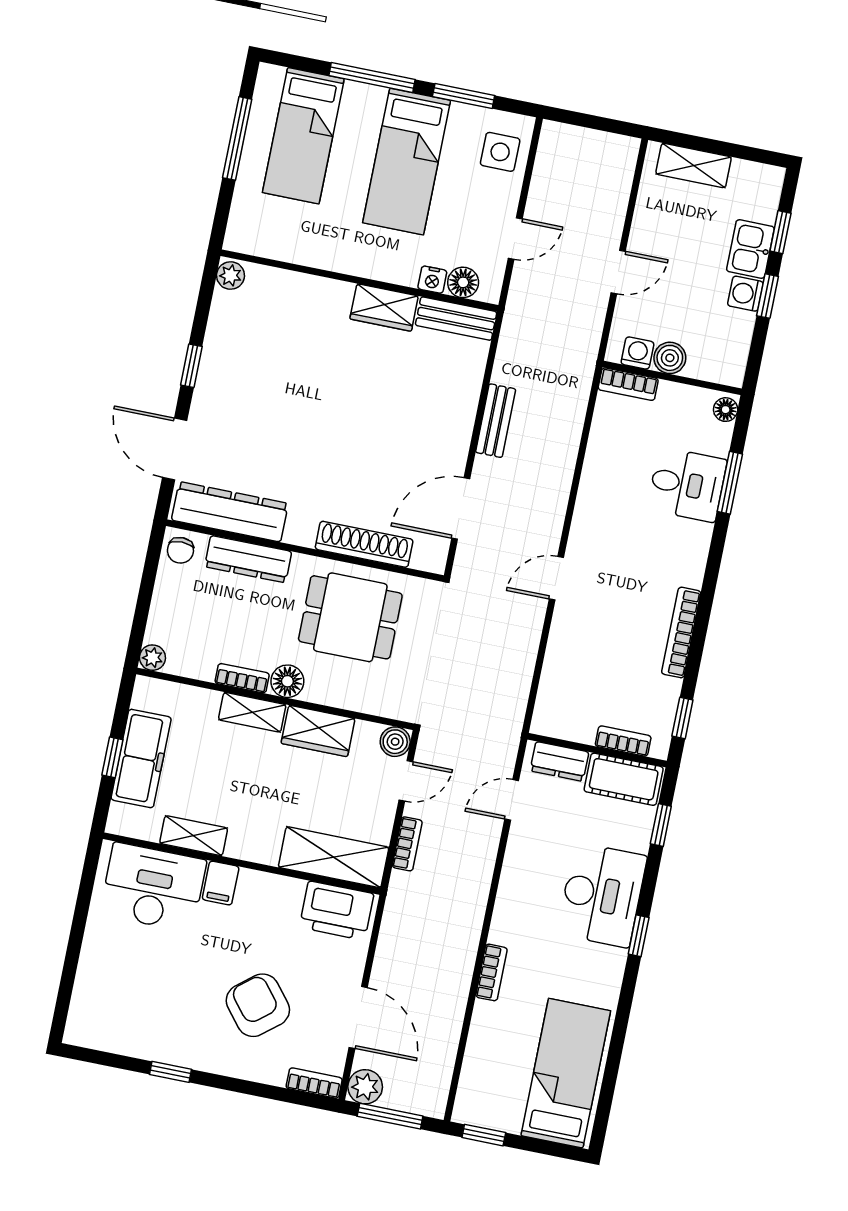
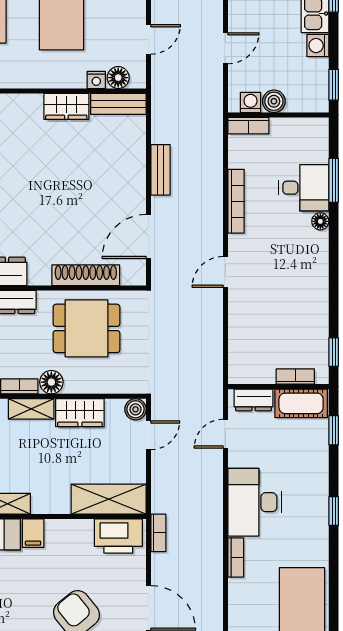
window: (768, 296) -> (334, 85), moved
floor lamp: (726, 410) -> (320, 221), moved
bookcase: (681, 632) -> (236, 201), moved, turned 180
bookcase: (407, 844) -> (158, 533), moved
desk: (602, 895) -> (254, 502), moved, turned 180

